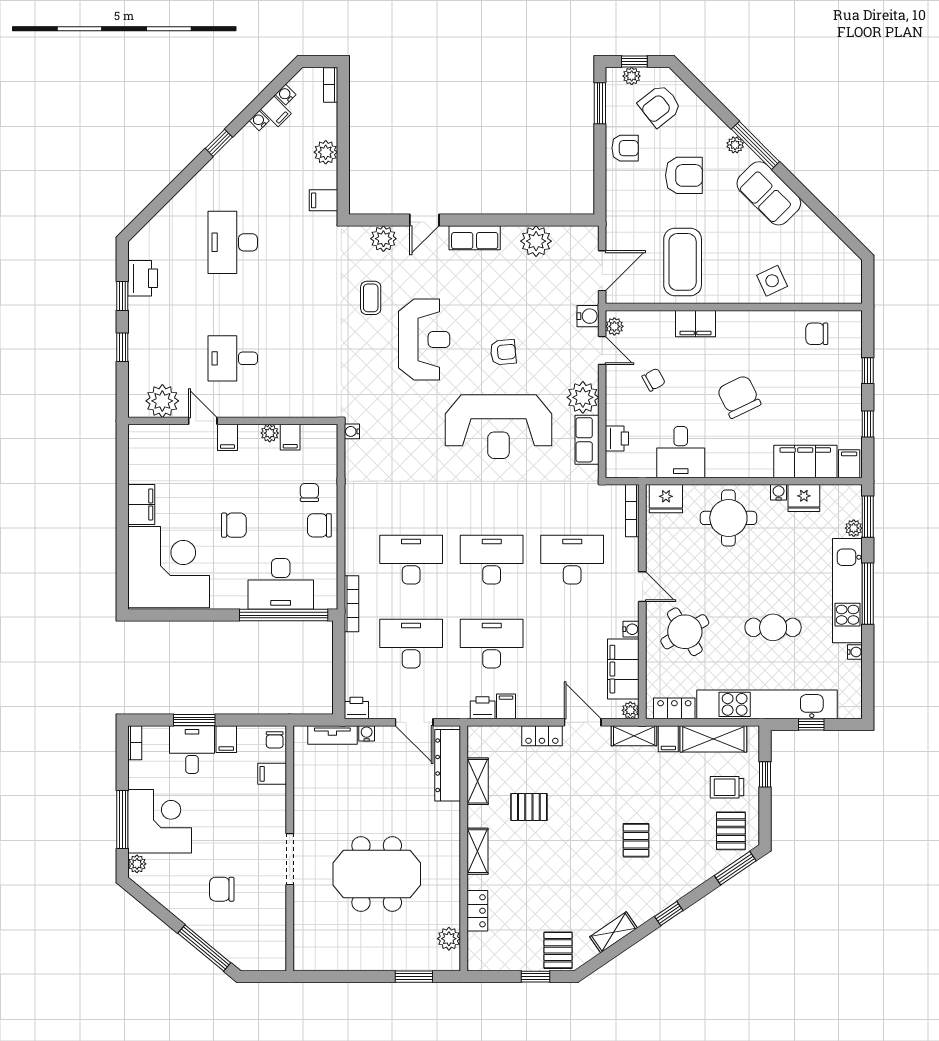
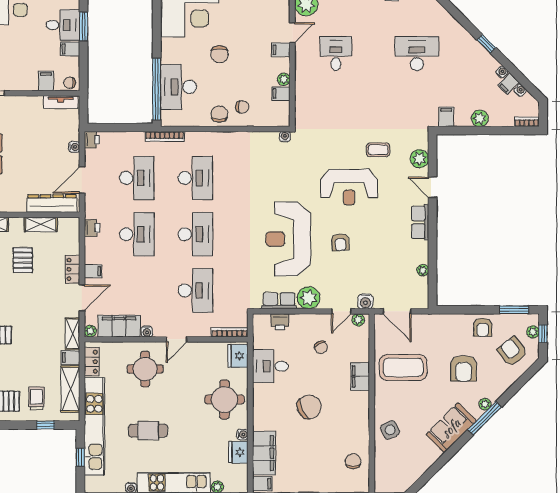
plant: (536, 241) -> (423, 270), width x0.53, depth x0.53
cafe table: (773, 627) -> (148, 431), turned 90
round table: (685, 632) -> (145, 369), turned 31
filing cabinet: (506, 706) -> (93, 271), moved
tv unit: (332, 735) -> (61, 102), moved, turned -90

